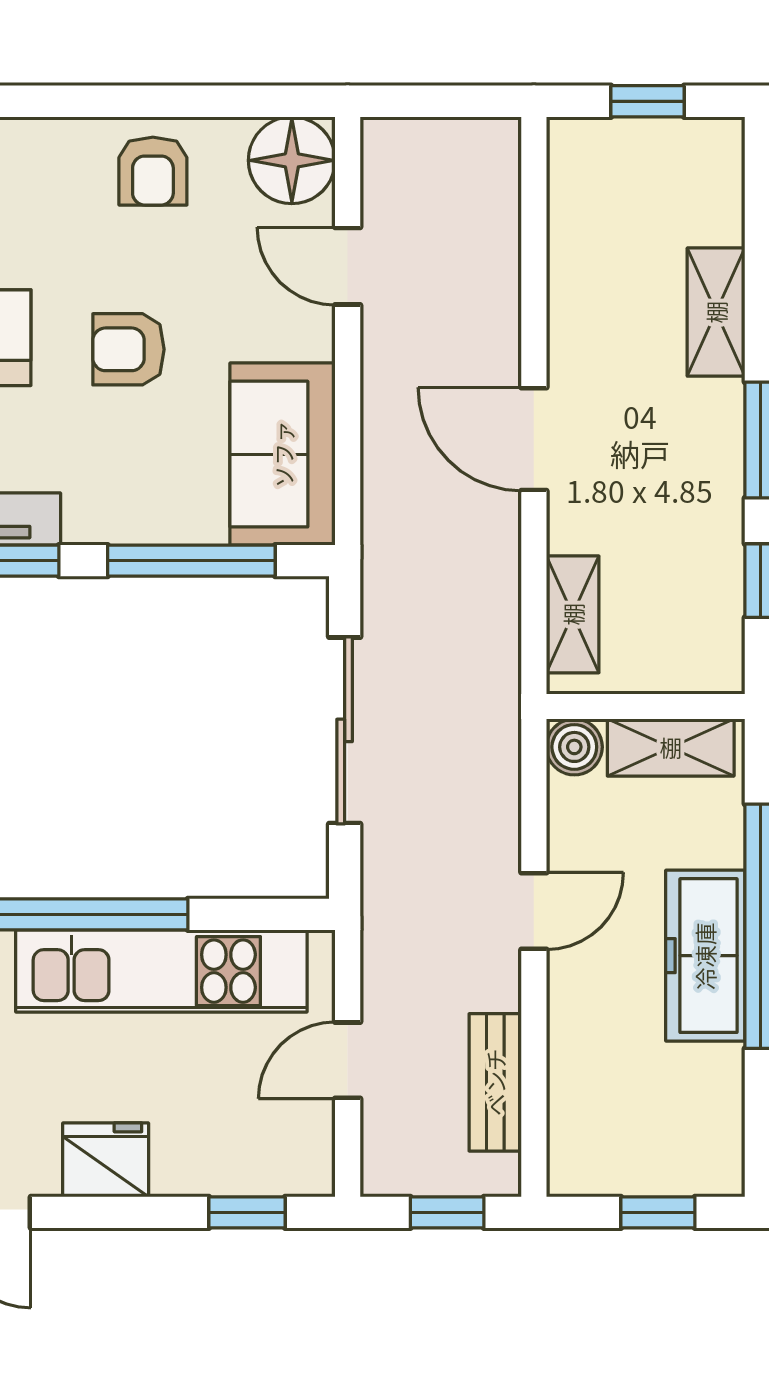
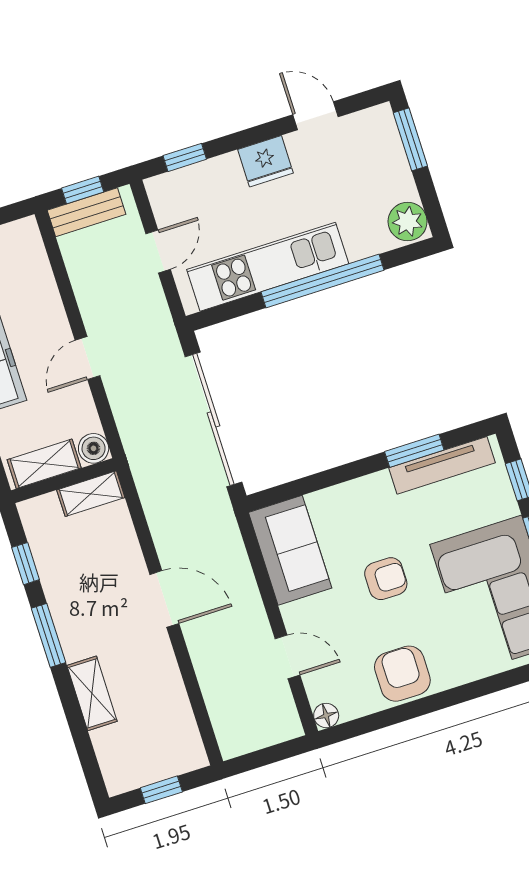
floor lamp: (292, 160) -> (326, 716), width x0.53, depth x0.53
armchair: (153, 171) -> (402, 674), width x1.38, depth x1.38
window: (191, 561) -> (319, 481), removed
shelving: (573, 614) -> (91, 494), moved, turned 90
sliding door: (345, 730) -> (213, 419), width x1.36
bench: (495, 1082) -> (86, 212), moved, turned 90

